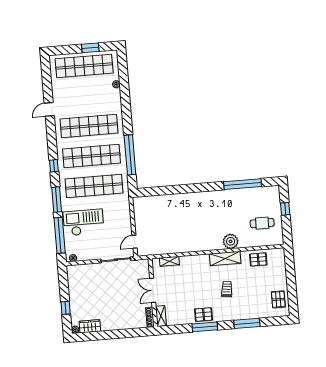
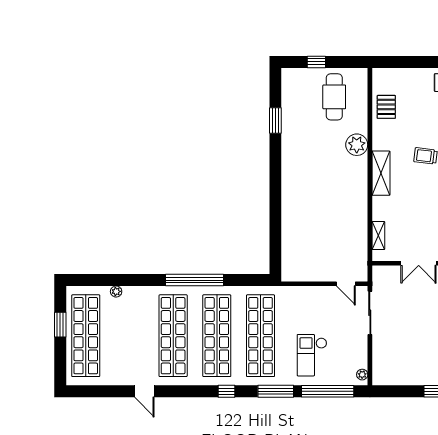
window: (130, 155) -> (194, 280), moved
window: (243, 184) -> (275, 120), width x0.47
checkout: (84, 222) -> (312, 355), width x0.73, depth x0.83
cafe table: (262, 223) -> (334, 97), width x1.37, depth x1.35
shelving: (225, 258) -> (381, 173), moved

